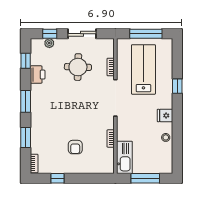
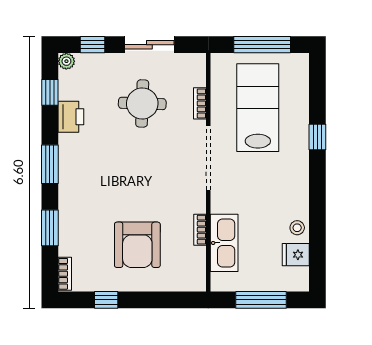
plant: (49, 43) -> (66, 61), moved
fridge: (165, 115) -> (296, 255), moved
armchair: (75, 147) -> (137, 245), width x1.88, depth x1.88
kitchen sink: (124, 157) -> (224, 243), moved

